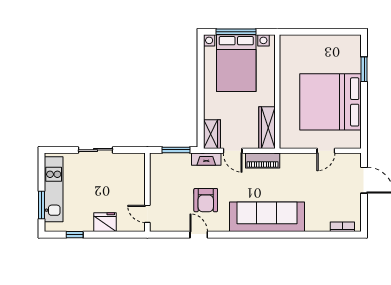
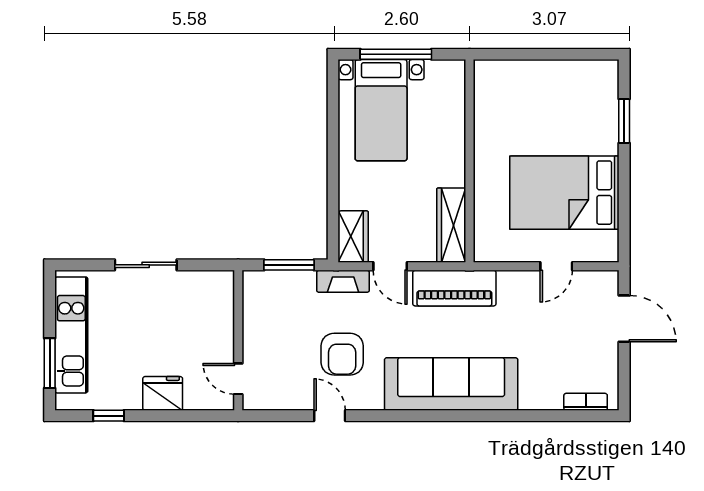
bed with nightstands: (236, 63) -> (381, 110), width x0.73
bed: (331, 102) -> (564, 193), width x0.73
piano: (263, 160) -> (454, 288), width x1.37, depth x1.33

